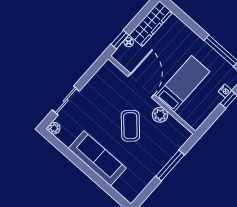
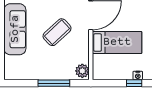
plant: (160, 115) -> (82, 71), moved

